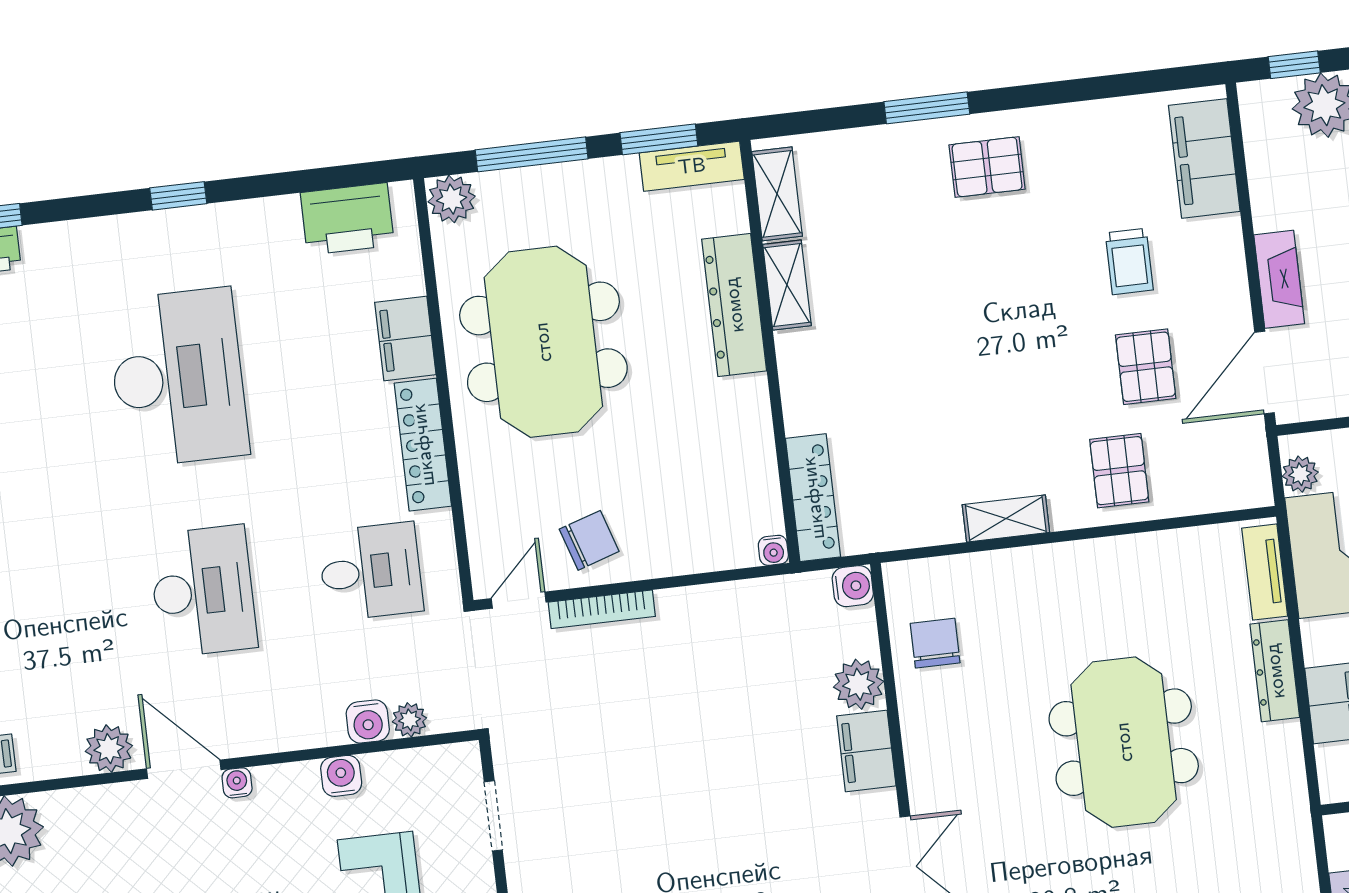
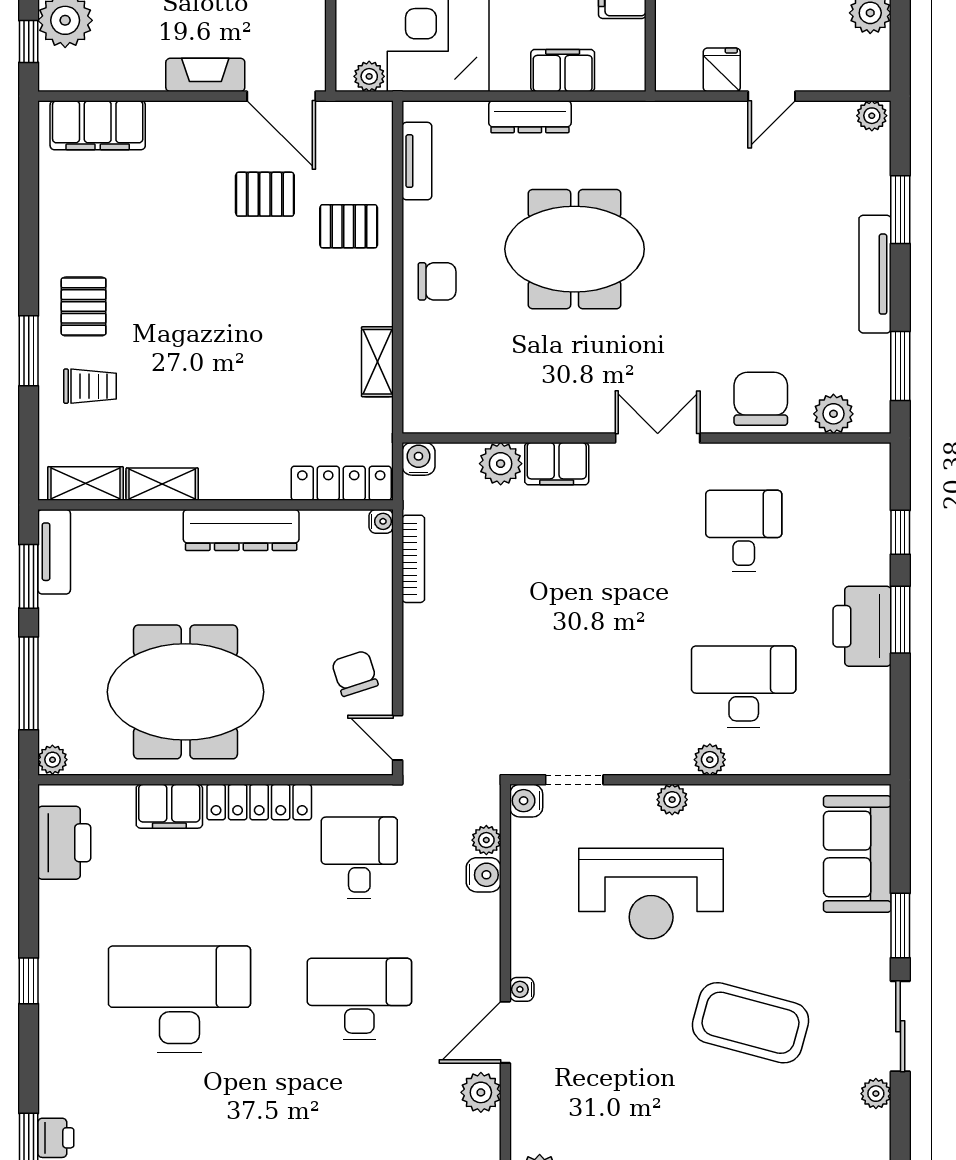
plant: (452, 199) -> (52, 760), width x0.73, depth x0.73
trolley: (1129, 261) -> (90, 386), moved
dresser: (734, 305) -> (241, 530), moved
shelving: (1006, 519) -> (377, 362), moved
tv unit: (1265, 572) -> (417, 161), moved, turned -90
bookcase: (602, 609) -> (413, 559), moved
chair: (935, 643) -> (437, 281), moved, turned 180
water cooler: (341, 776) -> (526, 801), moved

